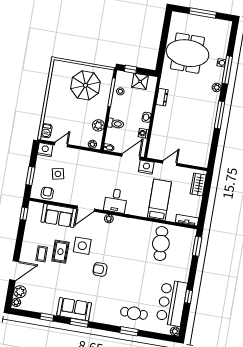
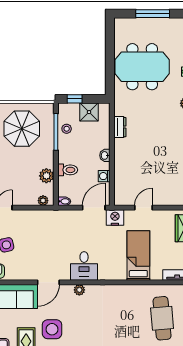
cafe table: (161, 244) -> (162, 318), moved

